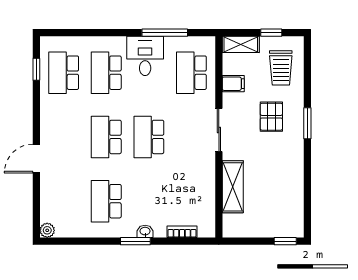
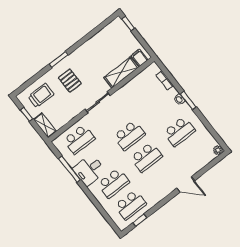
filing cabinet: (233, 84) -> (139, 58), moved
pallet: (271, 117) -> (70, 81), turned 90

